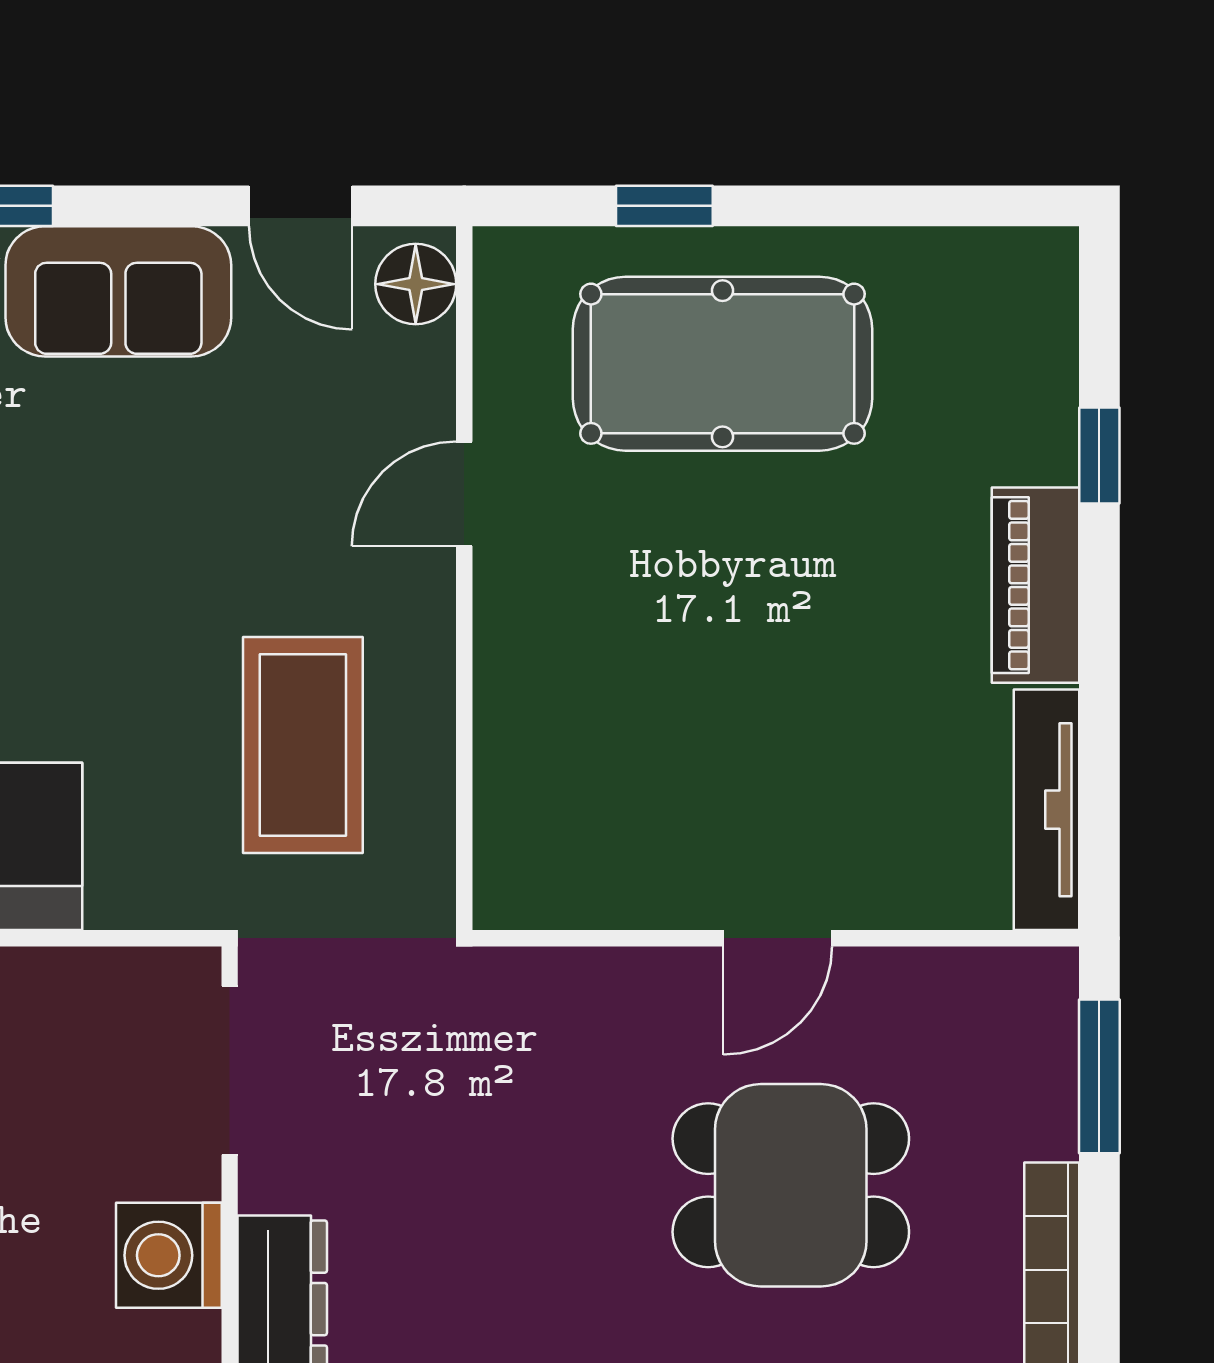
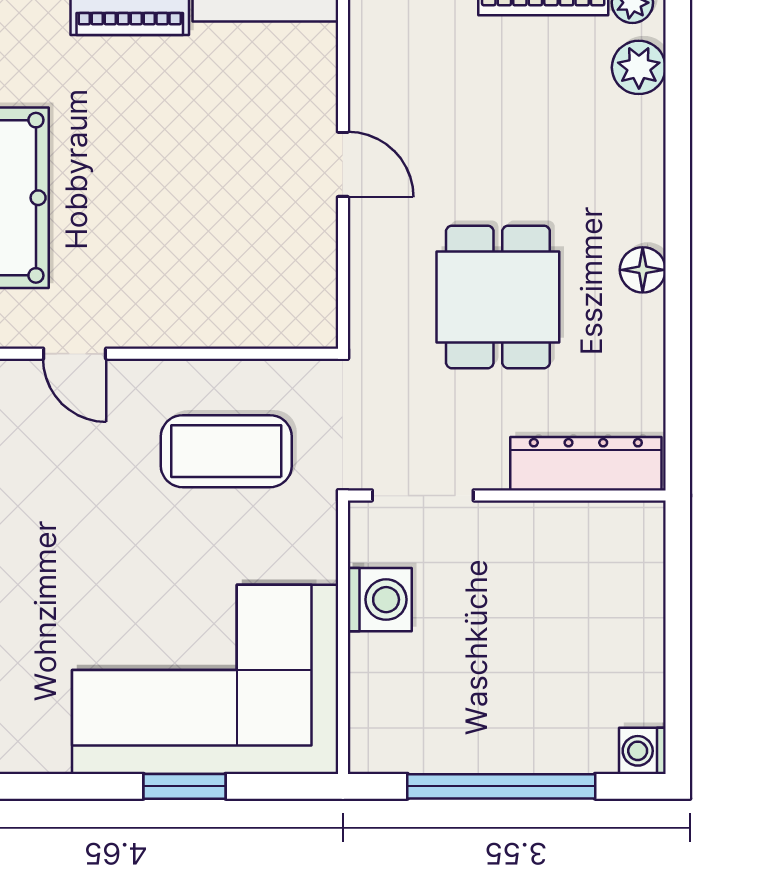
dining table: (791, 1185) -> (498, 297), moved
washing machine: (169, 1255) -> (380, 600), moved, turned -90

